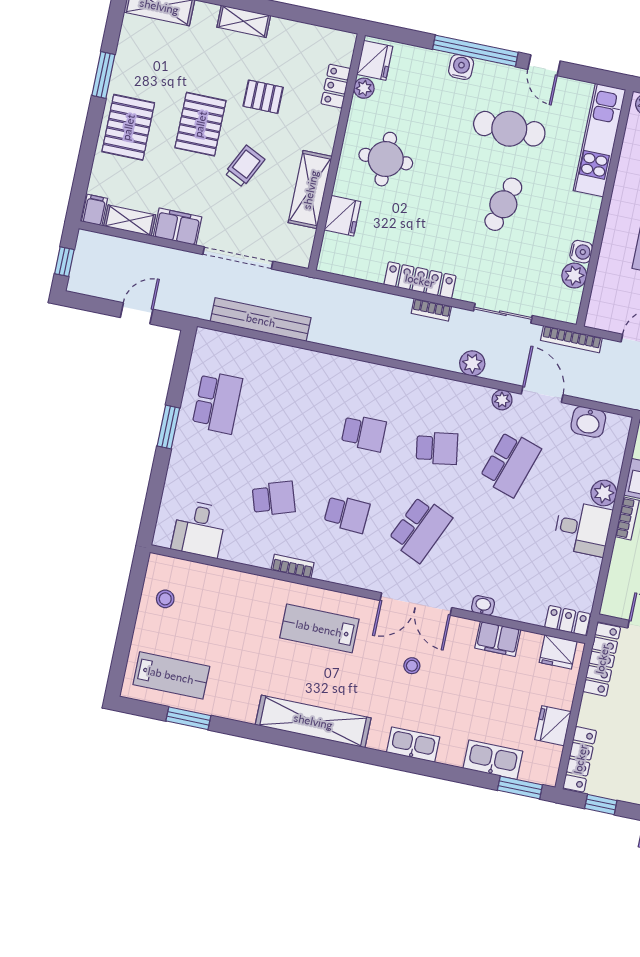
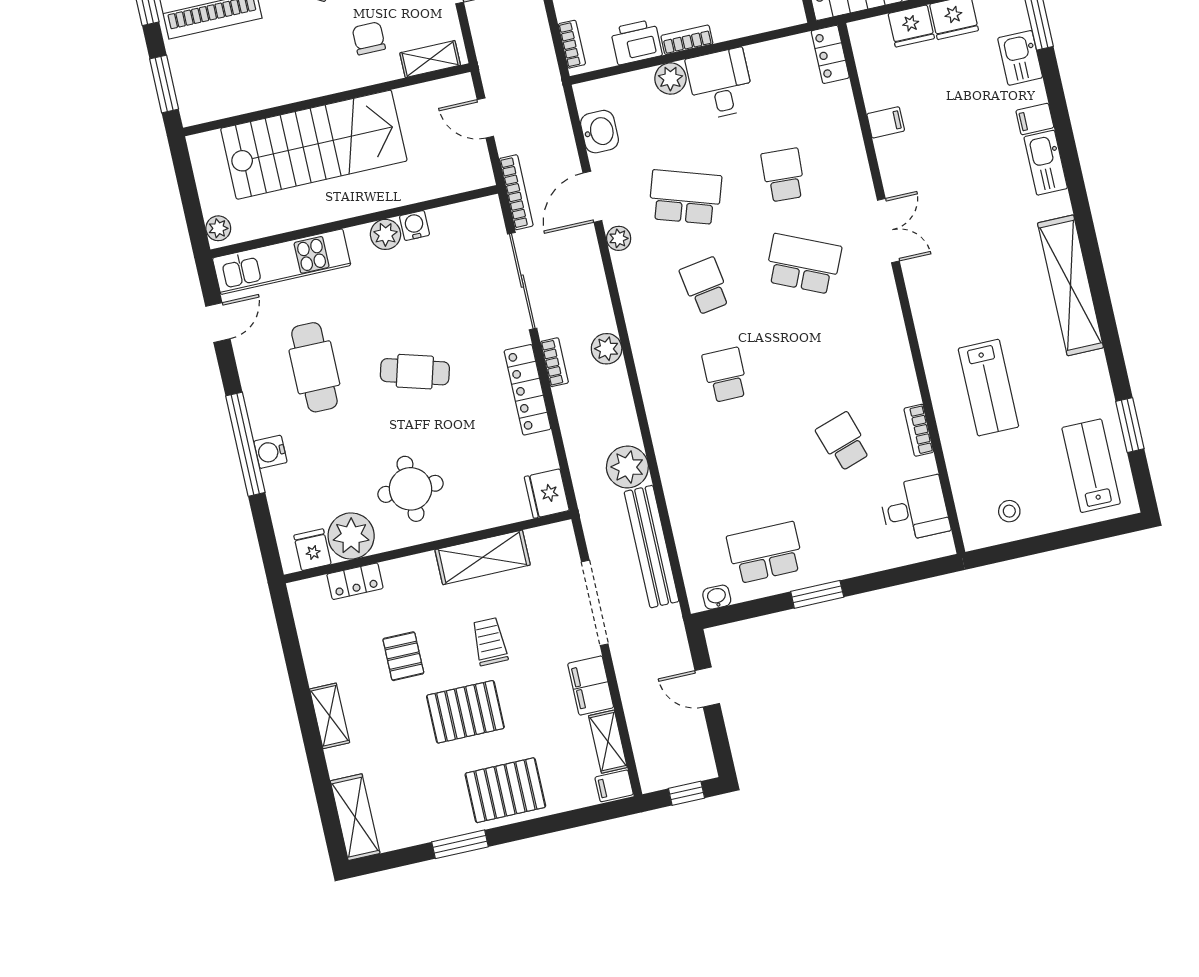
fridge: (375, 60) -> (312, 550), width x0.72
door: (544, 65) -> (218, 323), moved
plant: (364, 88) -> (351, 536), width x1.88, depth x1.88
trolley: (245, 166) -> (490, 642), turned 64
cafe table: (503, 204) -> (415, 372), moved
fridge: (342, 216) -> (547, 494), moved, turned -90
plant: (574, 276) -> (385, 234), moved
sliding door: (503, 313) -> (522, 281), width x1.37
plant: (328, 329) -> (627, 467), added
plant: (472, 363) -> (607, 349), moved
school desk: (347, 514) -> (783, 175), moved
bookcase: (293, 566) -> (919, 430), moved
double door: (416, 604) -> (888, 231), width x0.73
washbasin: (483, 605) -> (717, 597), moved, turned 90
lab bench: (319, 628) -> (988, 388), moved
filing cabinet: (498, 639) -> (886, 122), width x0.50
fridge: (558, 652) -> (911, 26), moved, turned 90
stool: (412, 666) -> (959, 204), removed
filing cabinet: (449, 751) -> (1035, 119), added
kitchen sink: (493, 760) -> (1020, 58), width x0.73

